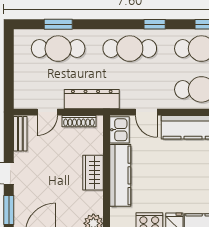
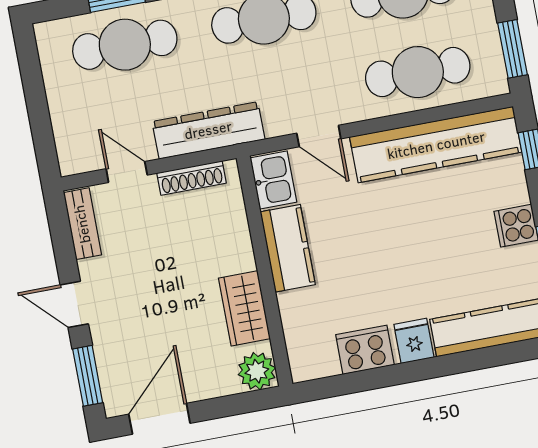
door: (47, 112) -> (127, 172), swing flipped
wardrobe: (93, 173) -> (244, 308), moved
kitchen counter: (120, 175) -> (288, 248), width x0.67

